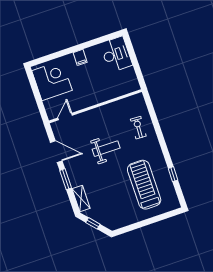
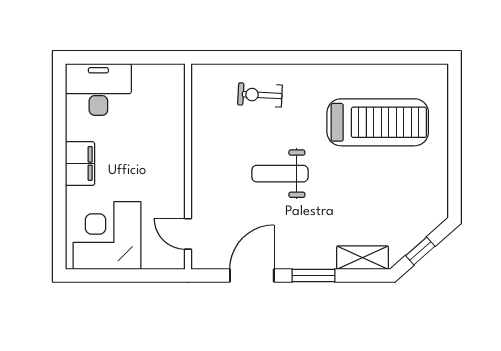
filing cabinet: (80, 57) -> (80, 164), width x2.00
weight bench: (106, 149) -> (280, 174), turned -90
window: (173, 174) -> (377, 57), removed
treadmill: (144, 185) -> (378, 122), turned 180

